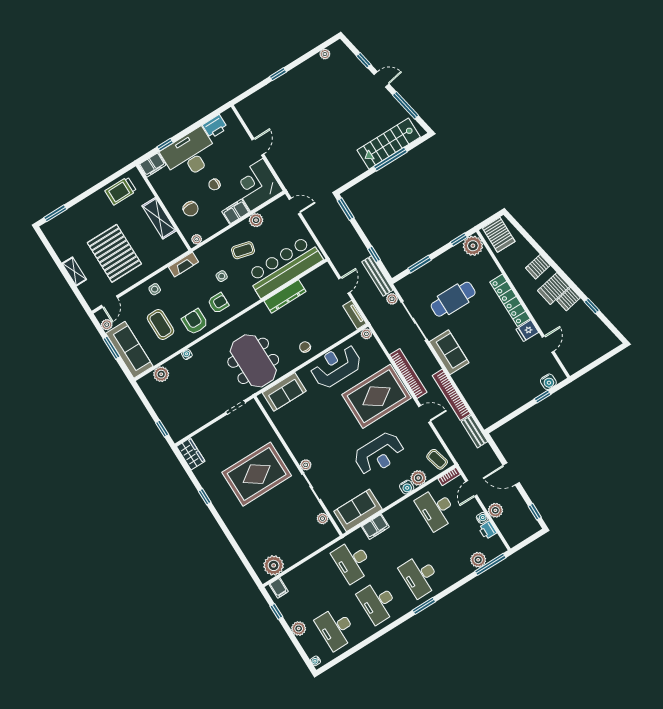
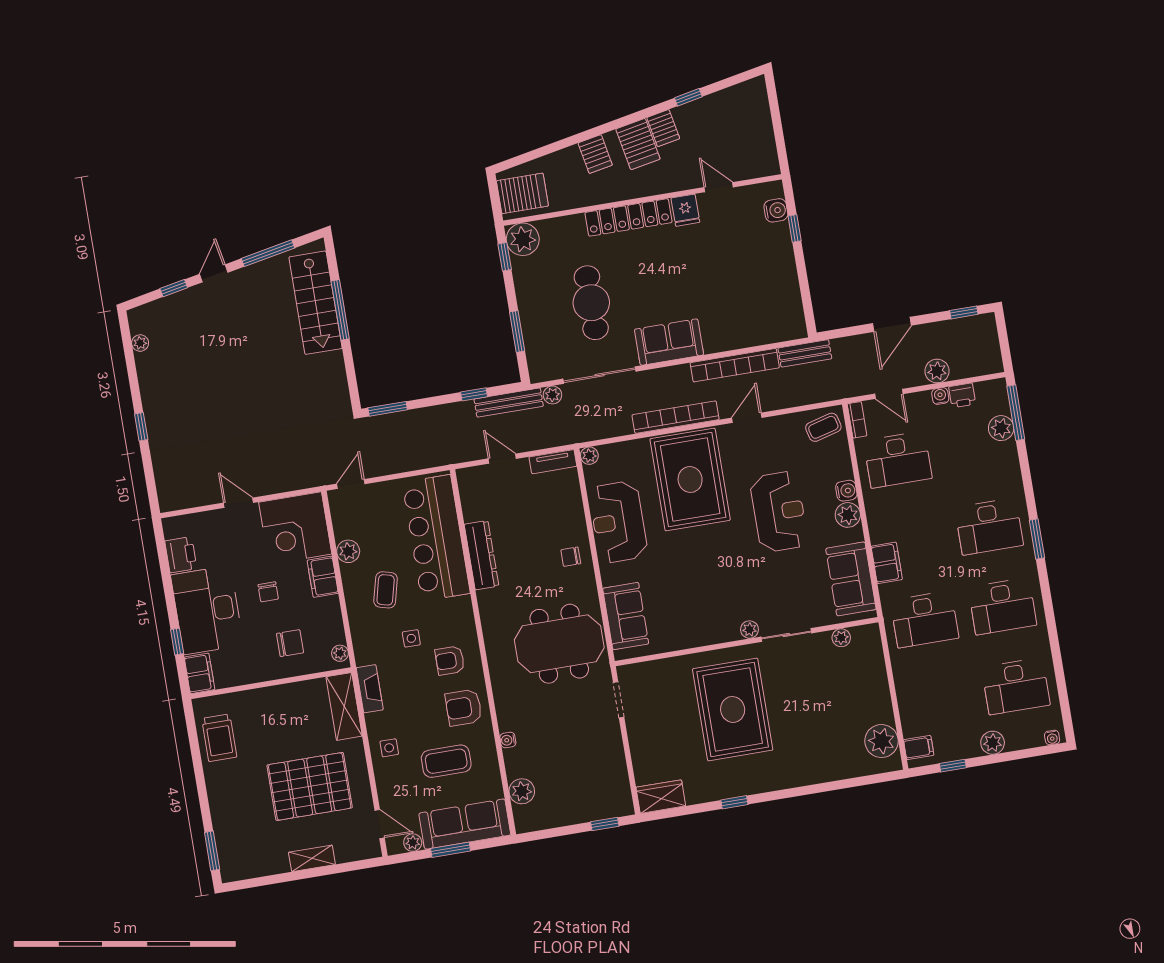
shelving: (159, 218) -> (344, 706), moved, turned 90
armchair: (218, 303) -> (450, 660), turned -90
plant: (418, 478) -> (848, 515), moved

